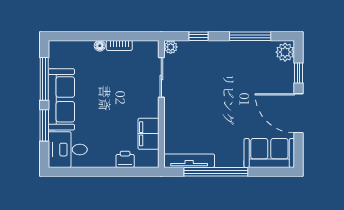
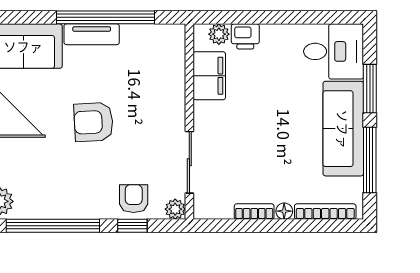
window: (250, 36) -> (53, 226), width x1.46
bookcase: (73, 45) -> (325, 212), added
armchair: (198, 54) -> (134, 199), added
armchair: (224, 104) -> (94, 122), added
plant: (142, 161) -> (219, 34), added
tv unit: (189, 161) -> (92, 34), moved, width x0.71

